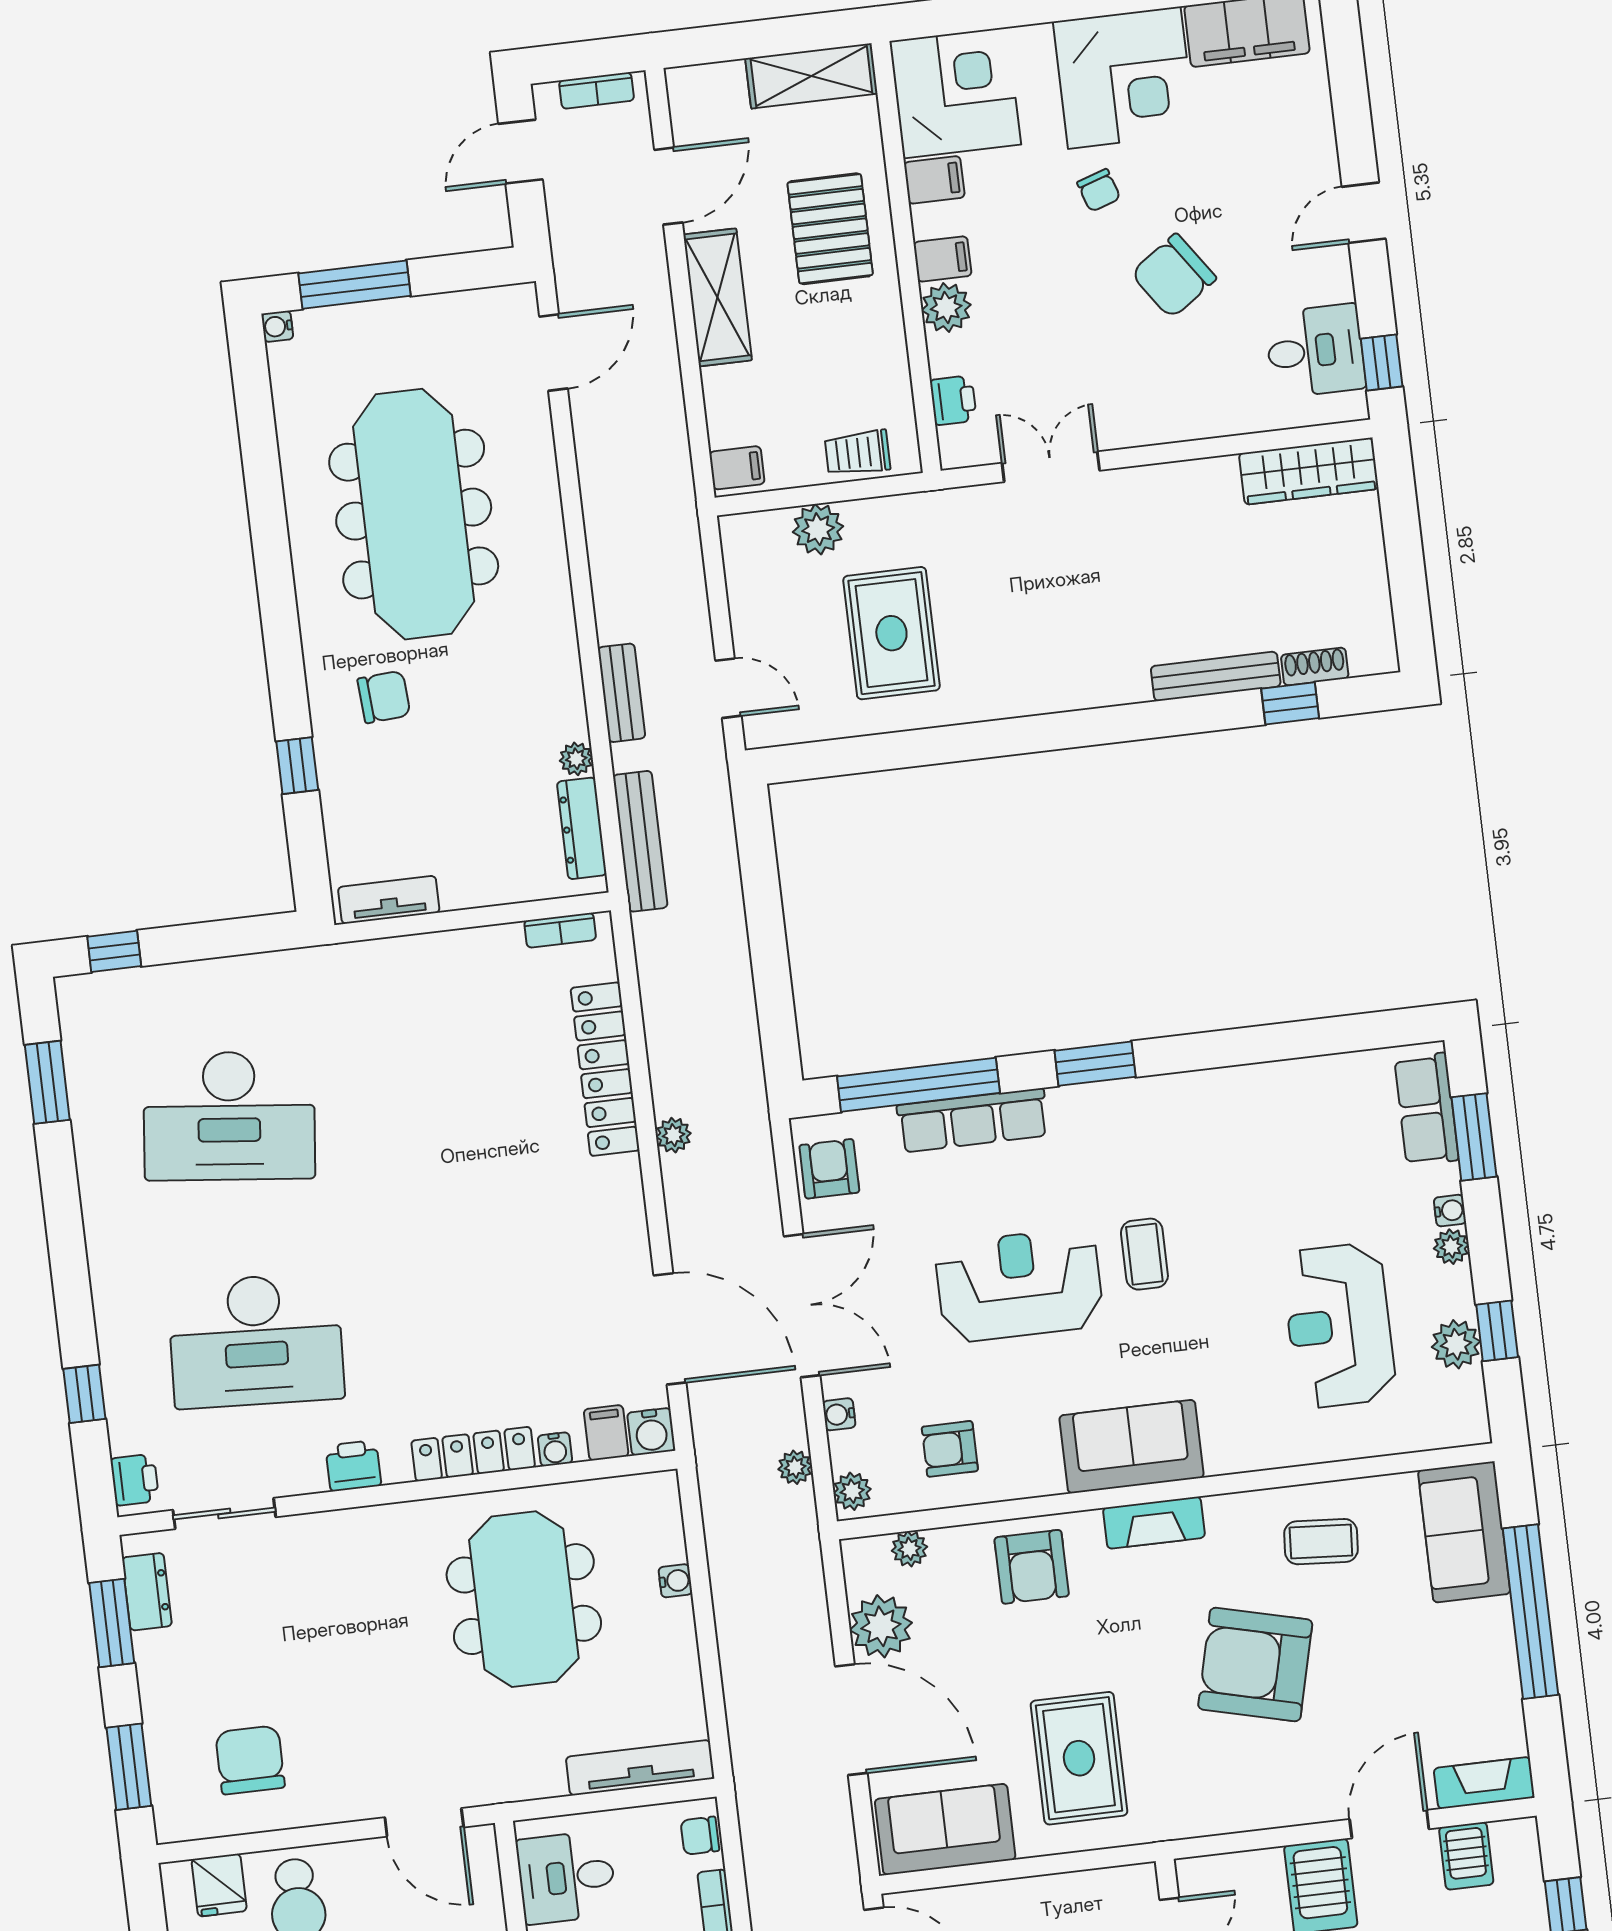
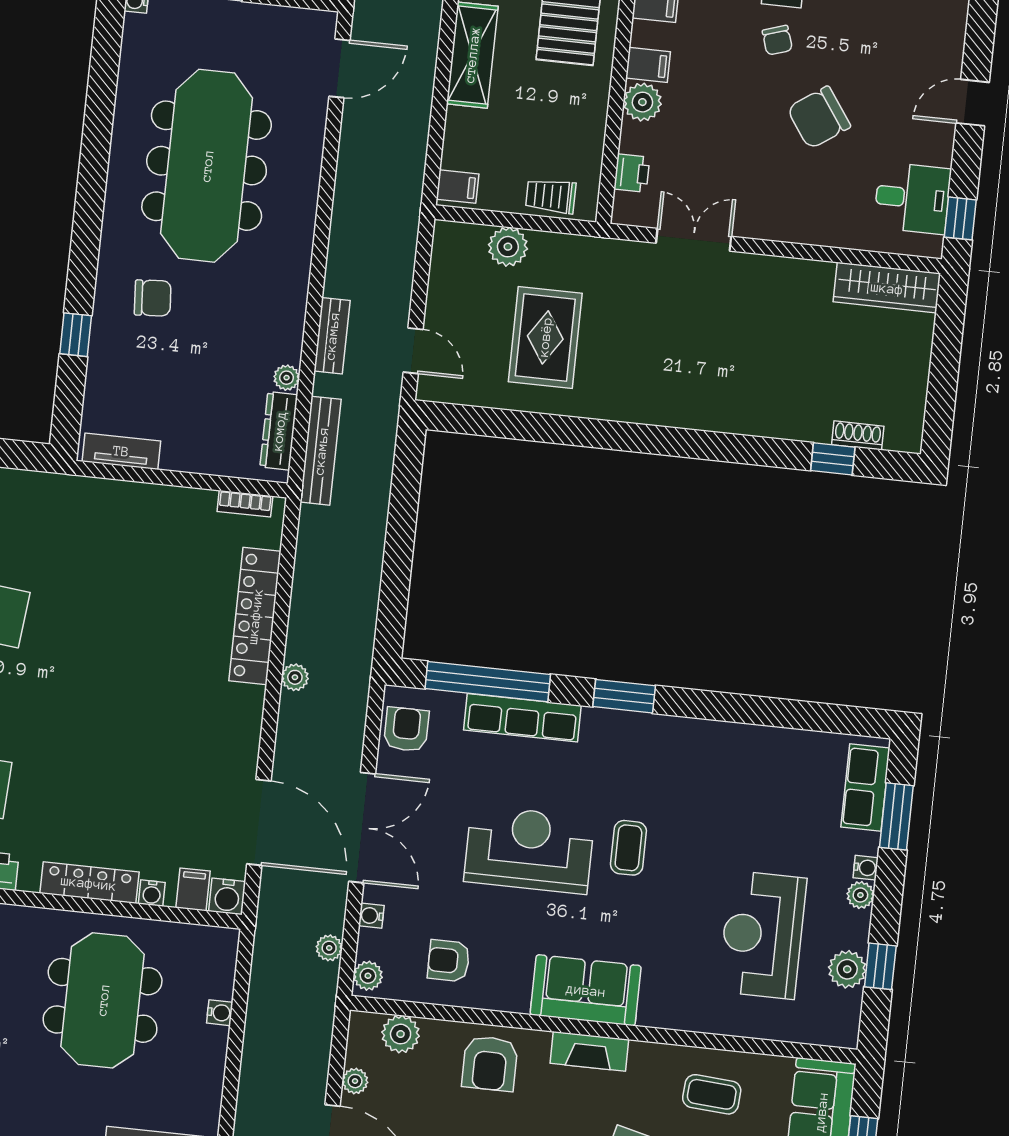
bench: (1216, 676) -> (782, 426), removed
plant: (909, 1549) -> (401, 1034), width x1.38, depth x1.38
plant: (881, 1626) -> (355, 1081), width x0.53, depth x0.53

